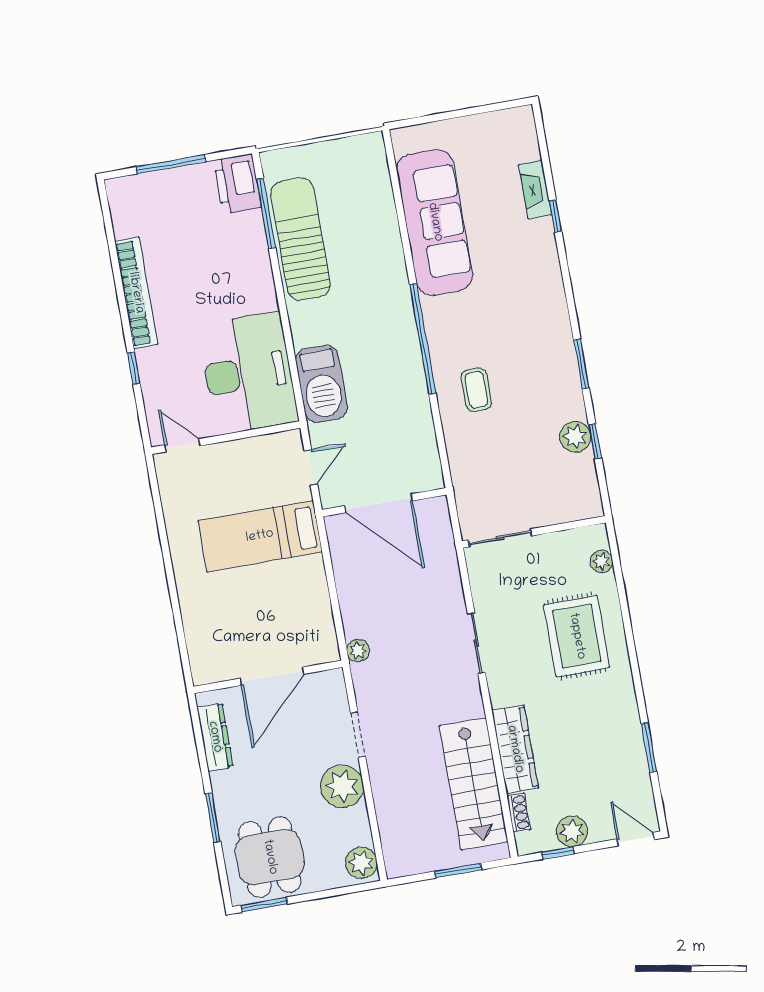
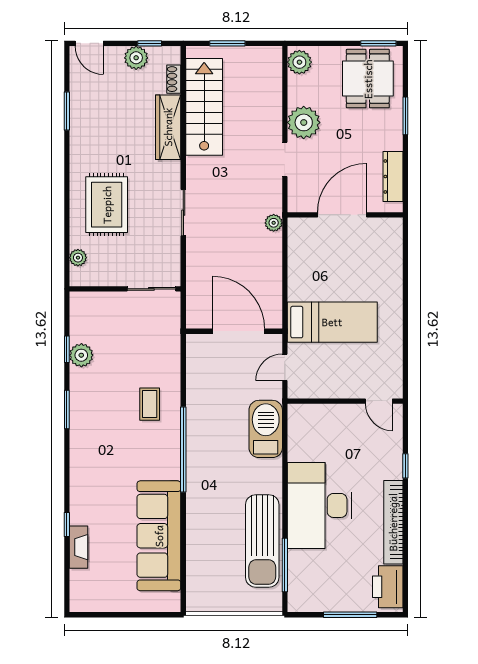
printer: (237, 184) -> (388, 587), moved, turned 180
desk: (248, 373) -> (320, 505), moved

